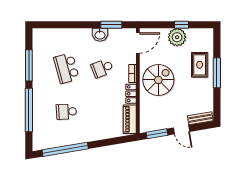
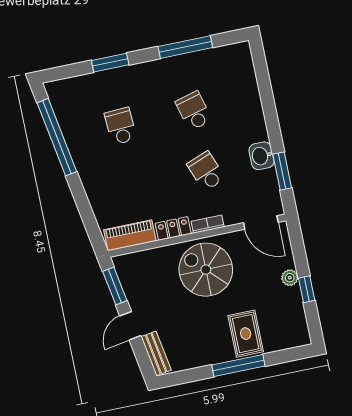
plant: (177, 37) -> (290, 278), width x0.53, depth x0.53
rug: (200, 65) -> (246, 334), turned 90
school desk: (66, 68) -> (194, 111), width x0.54
spiral stairs: (158, 80) -> (206, 270), turned 180
window: (29, 110) -> (110, 63), width x0.47

